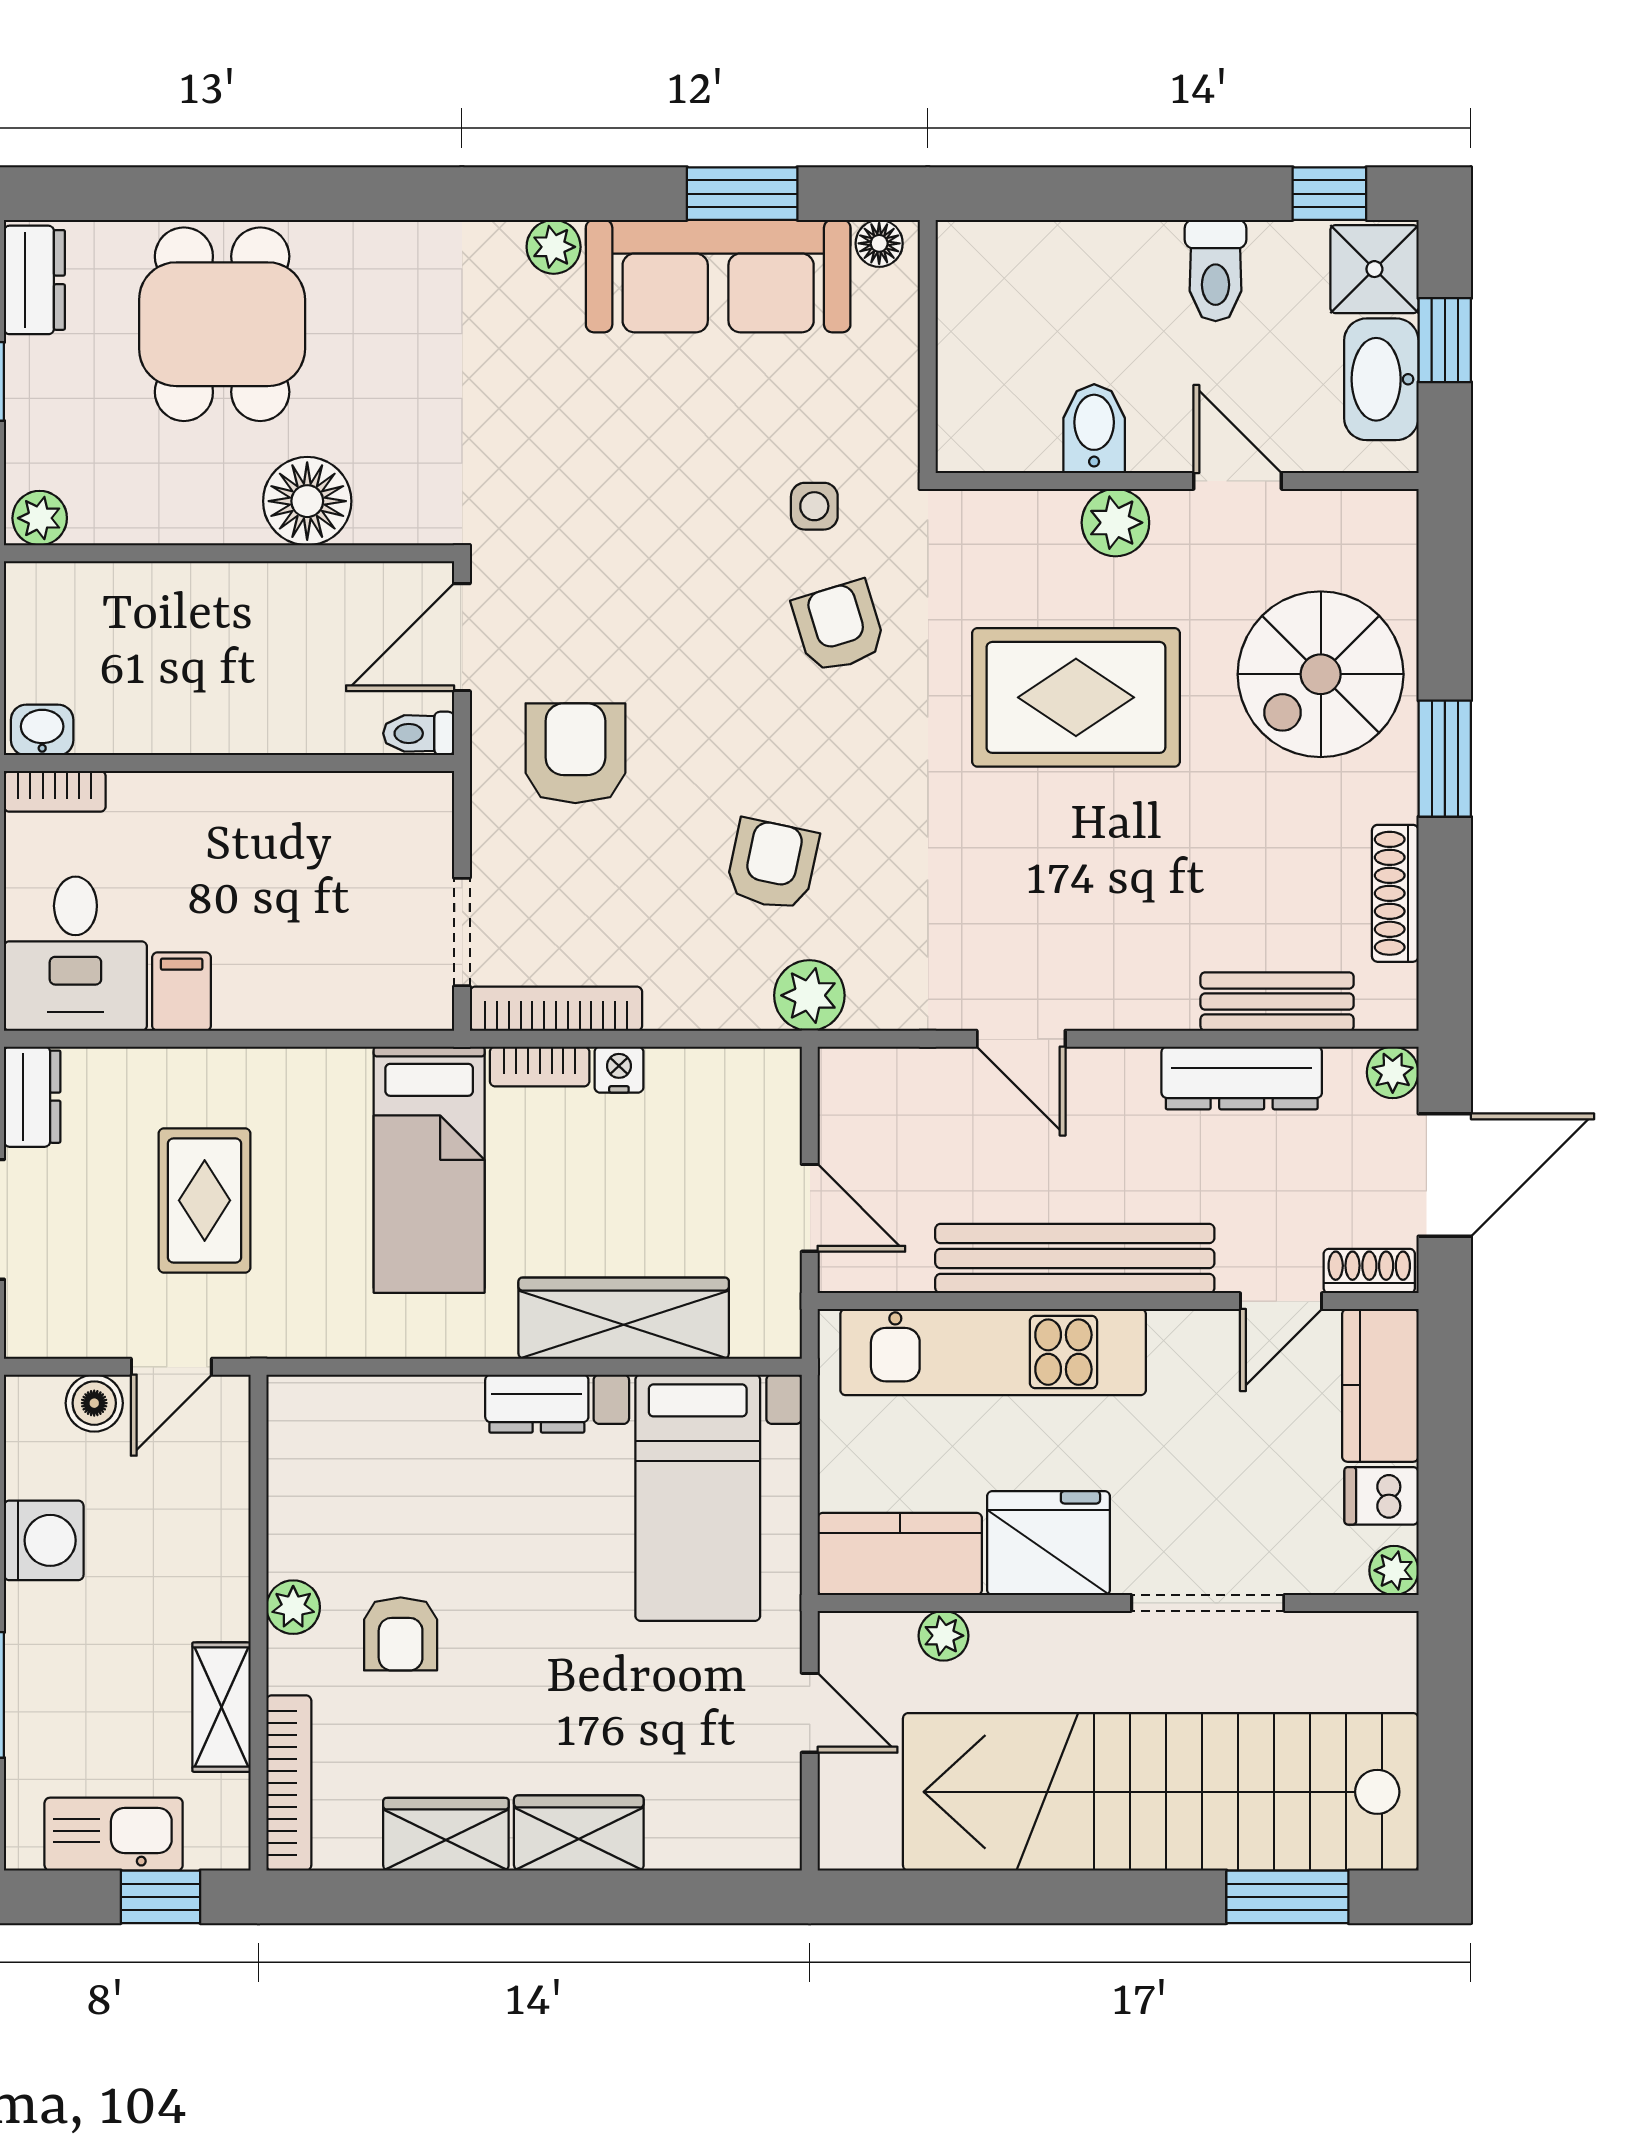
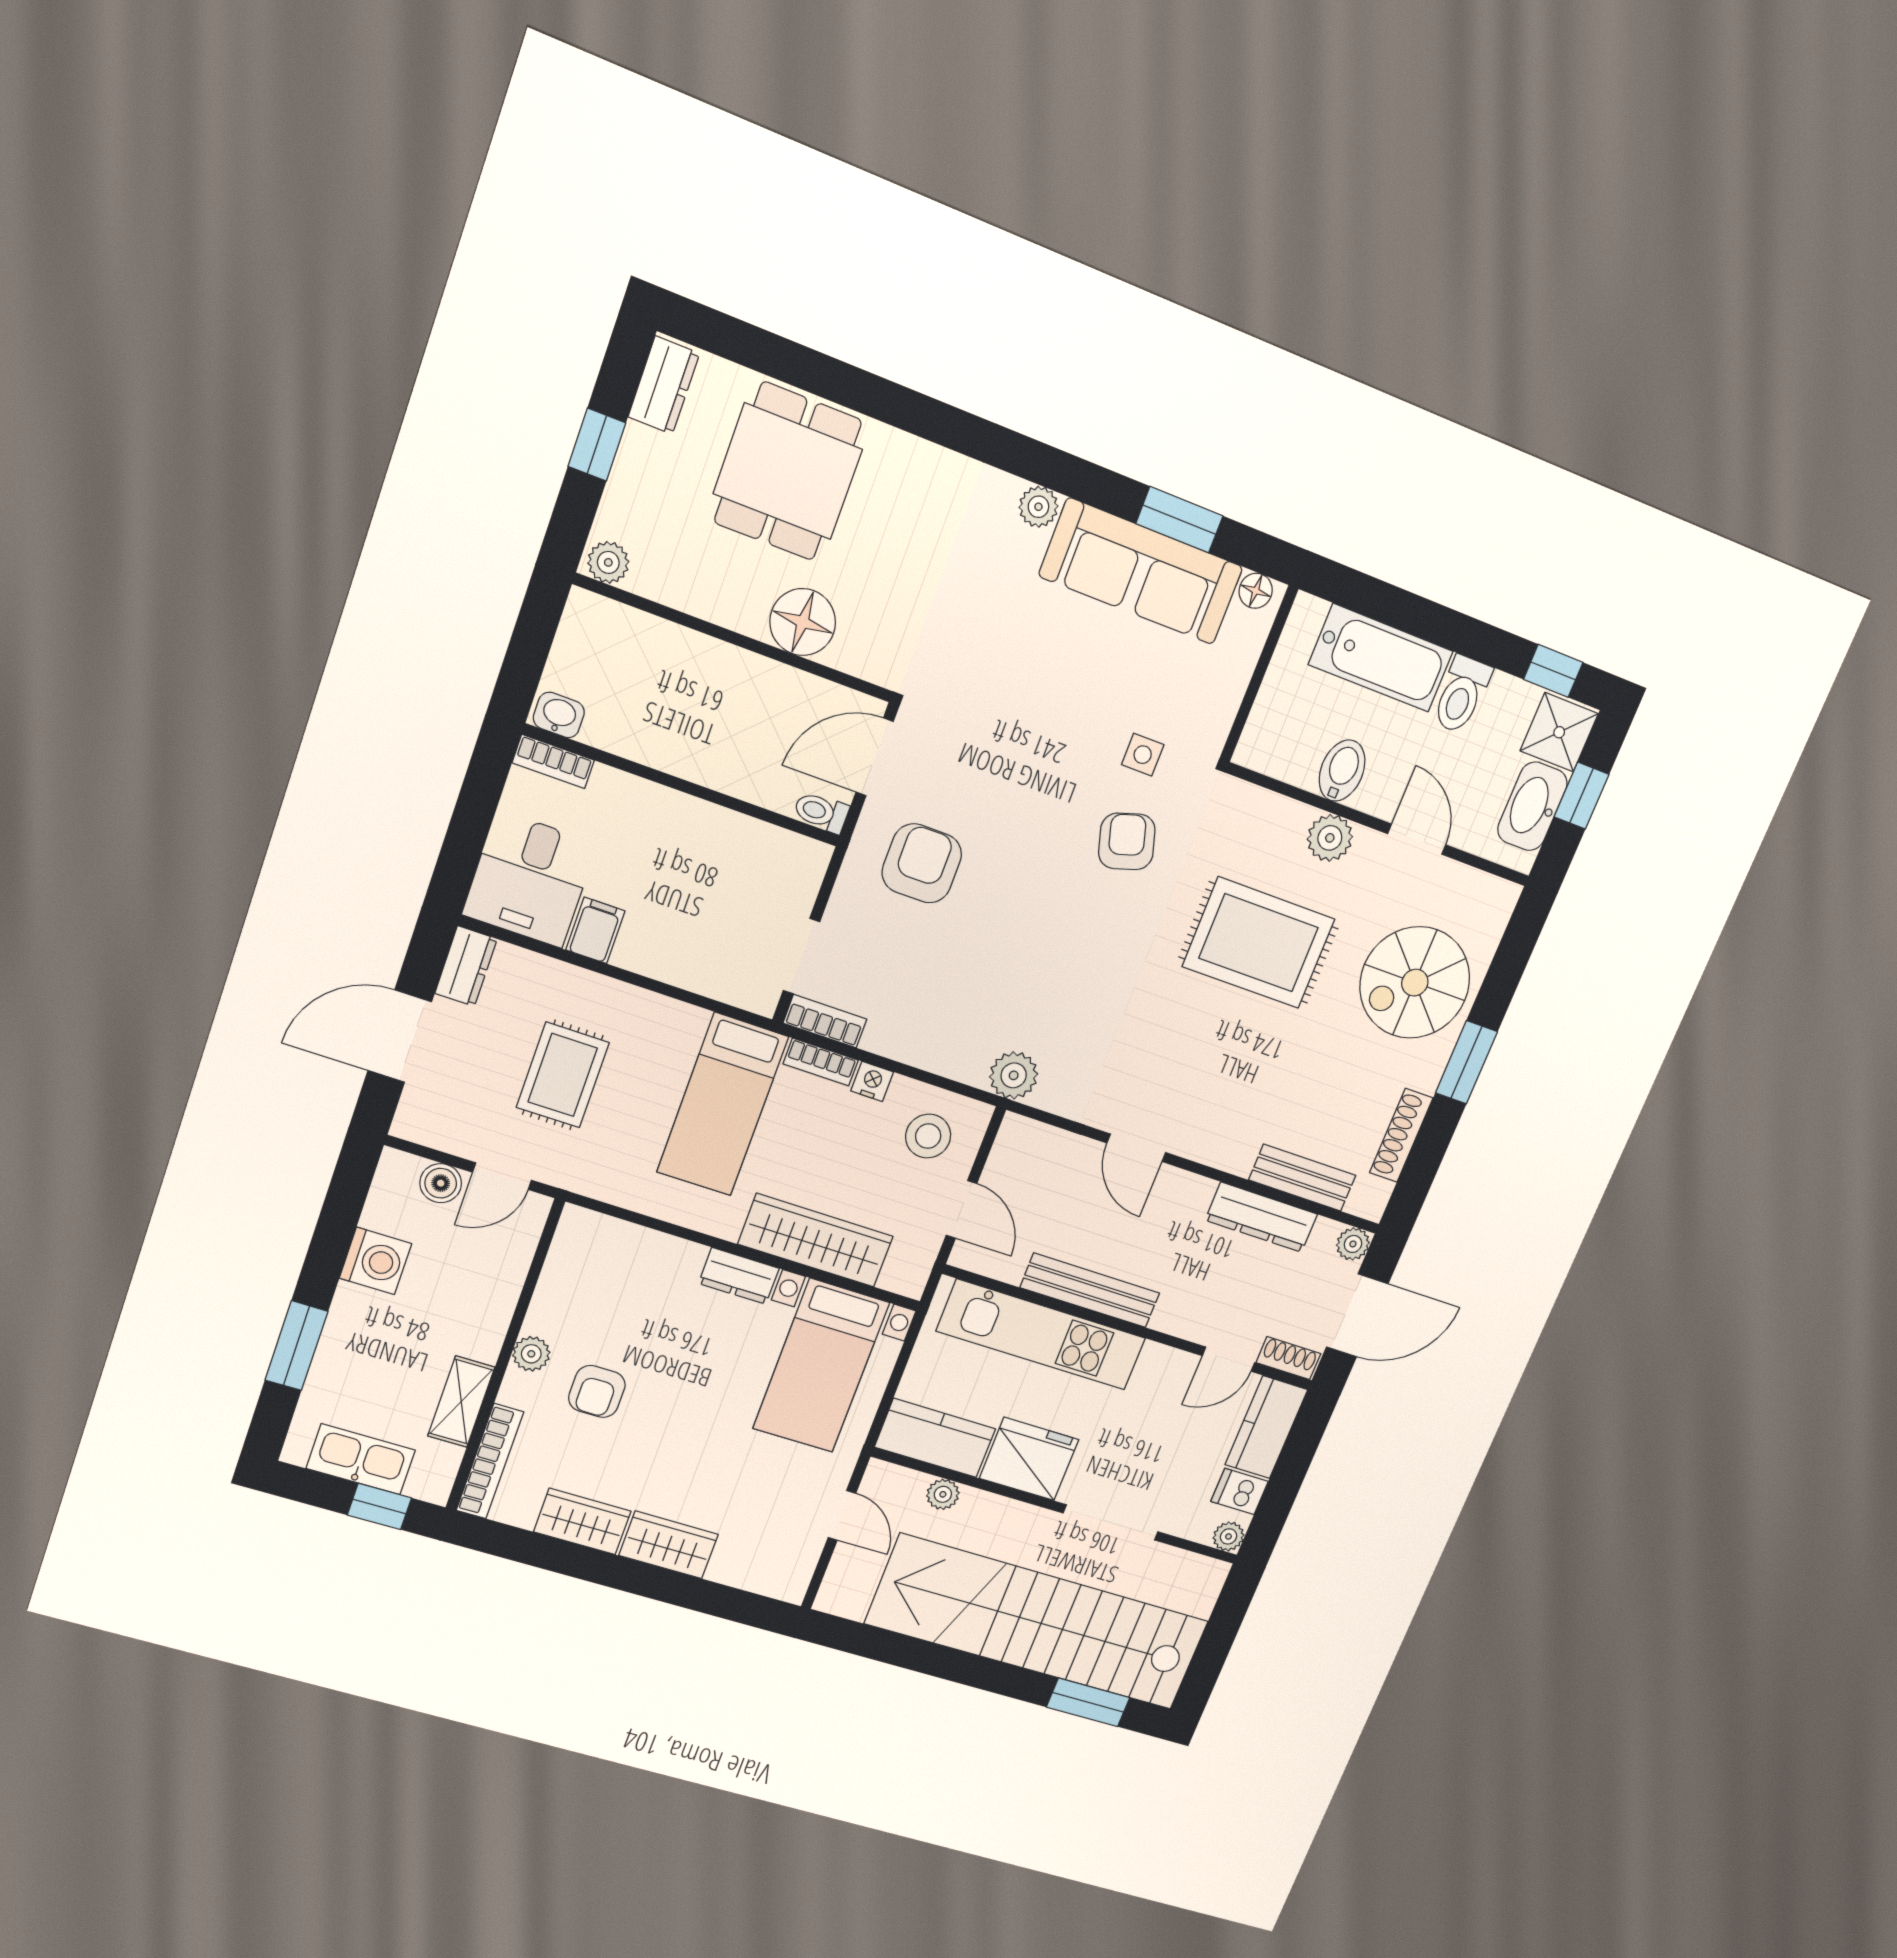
bathtub: (1084, 265) -> (1381, 658), added
armchair: (772, 865) -> (1023, 983), removed
bookcase: (556, 1009) -> (825, 1021), width x0.64
stool: (724, 1120) -> (928, 1136), added
bench: (1075, 1259) -> (1090, 1290), width x0.73, depth x0.82

